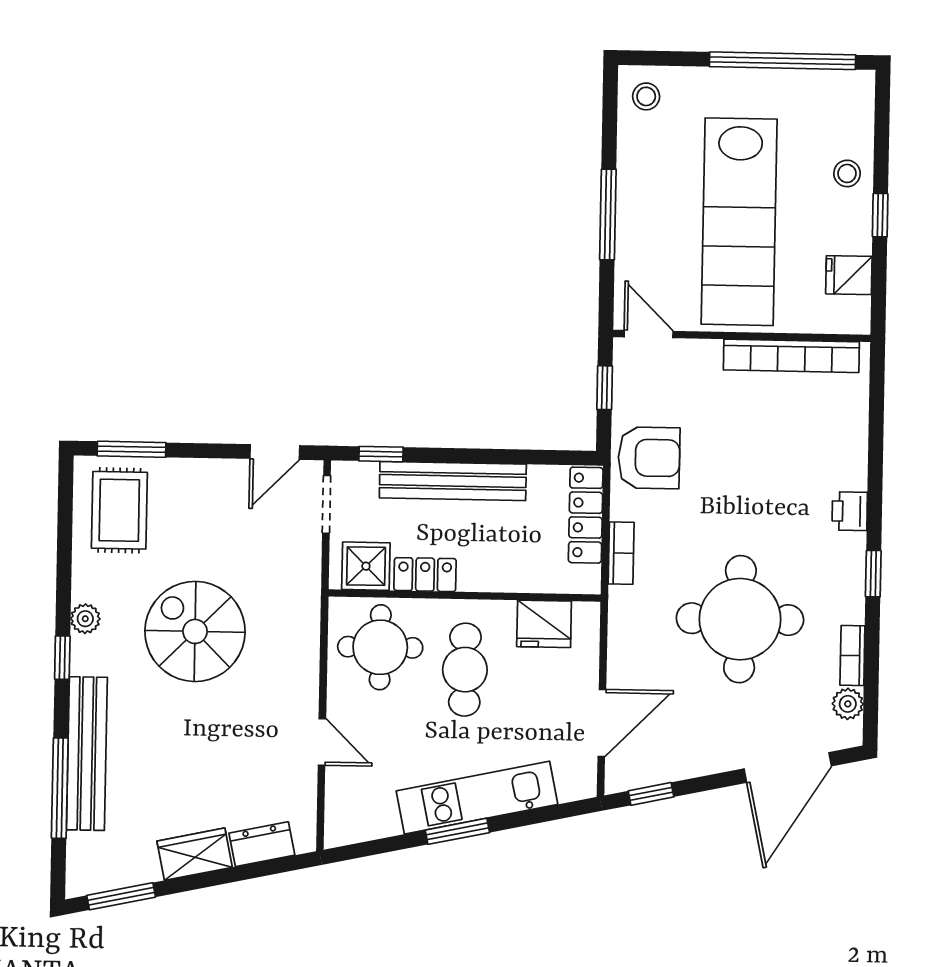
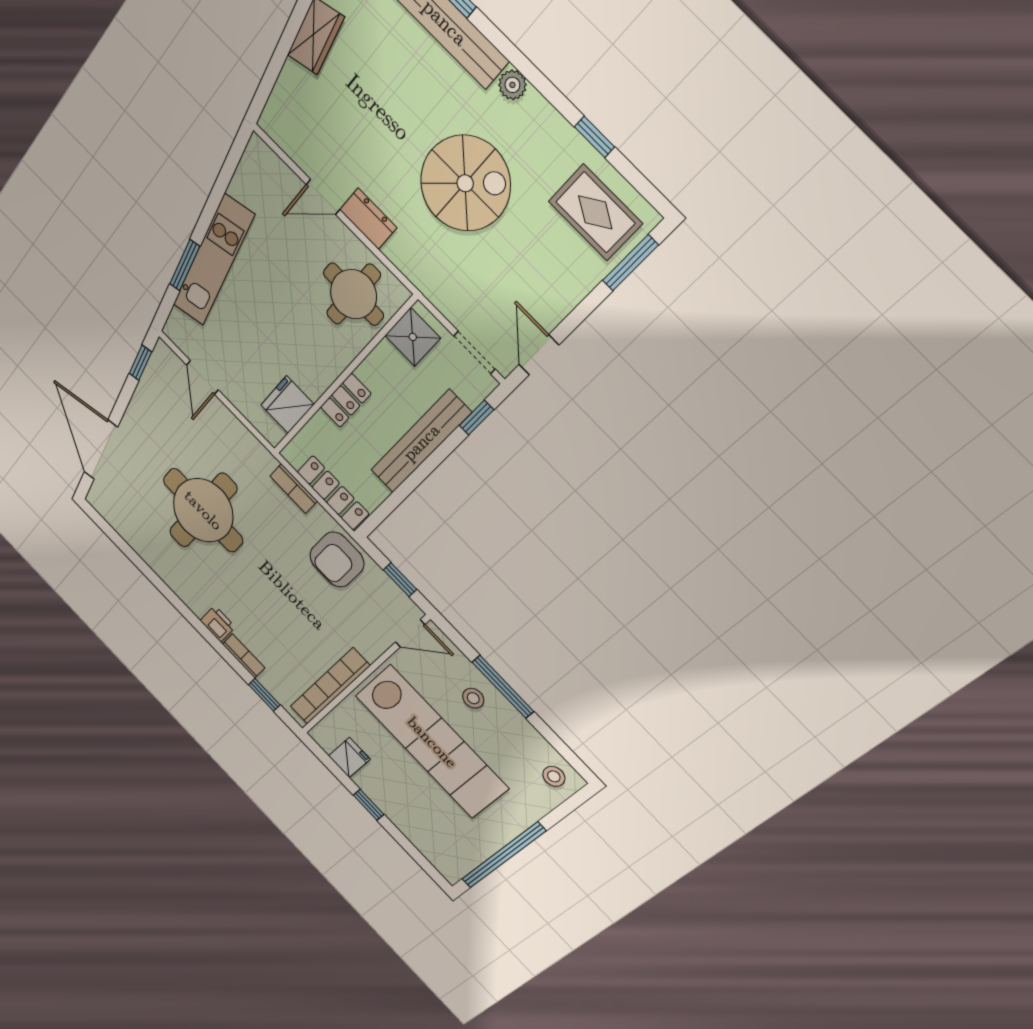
stool: (847, 173) -> (473, 698), moved
lab bench: (739, 222) -> (432, 742), turned 180
window: (873, 574) -> (264, 695), moved
locker: (425, 575) -> (346, 400), moved
plant: (85, 619) -> (512, 85), moved
bookcase: (852, 656) -> (244, 656), moved
window: (62, 658) -> (595, 137), moved
cafe table: (465, 670) -> (297, 331), removed
plant: (848, 704) -> (113, 515), removed
door: (602, 723) -> (202, 377), width x0.73
window: (457, 831) -> (185, 265), moved
dresser: (262, 844) -> (368, 219), moved, turned -78

